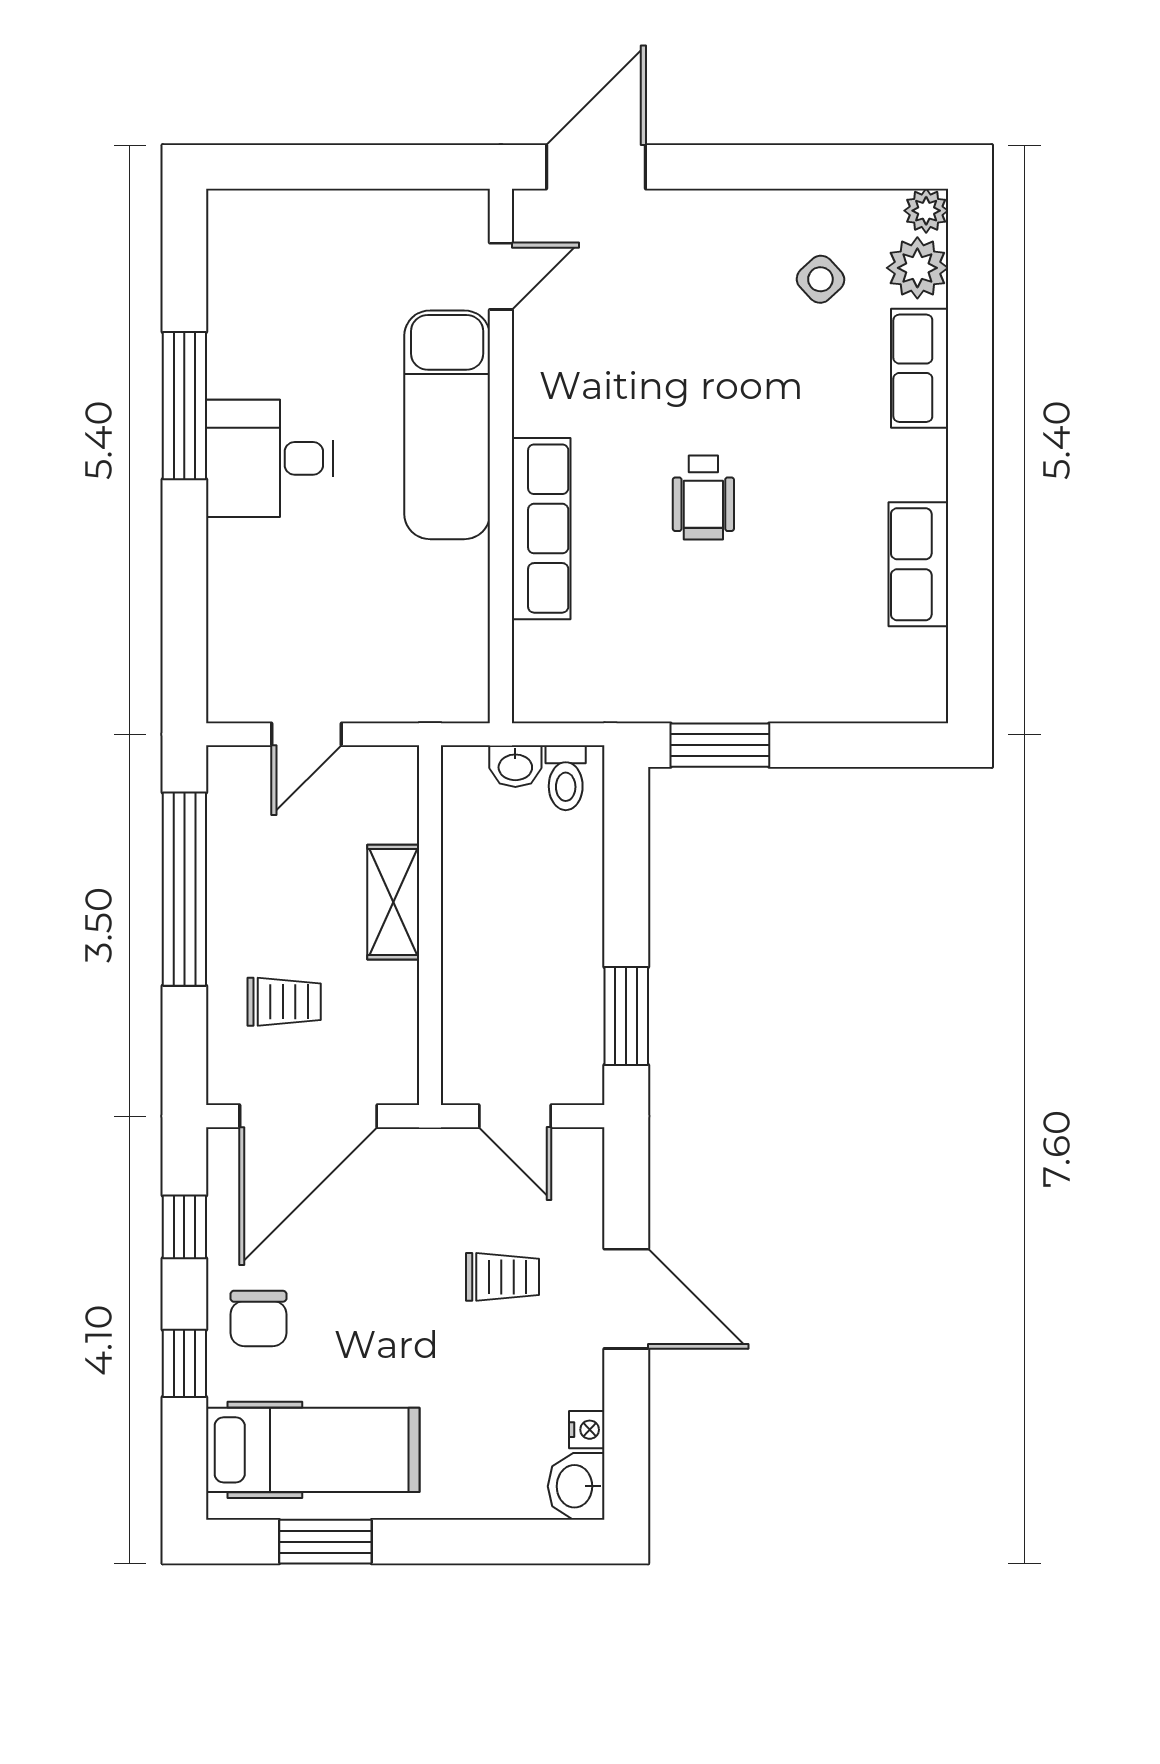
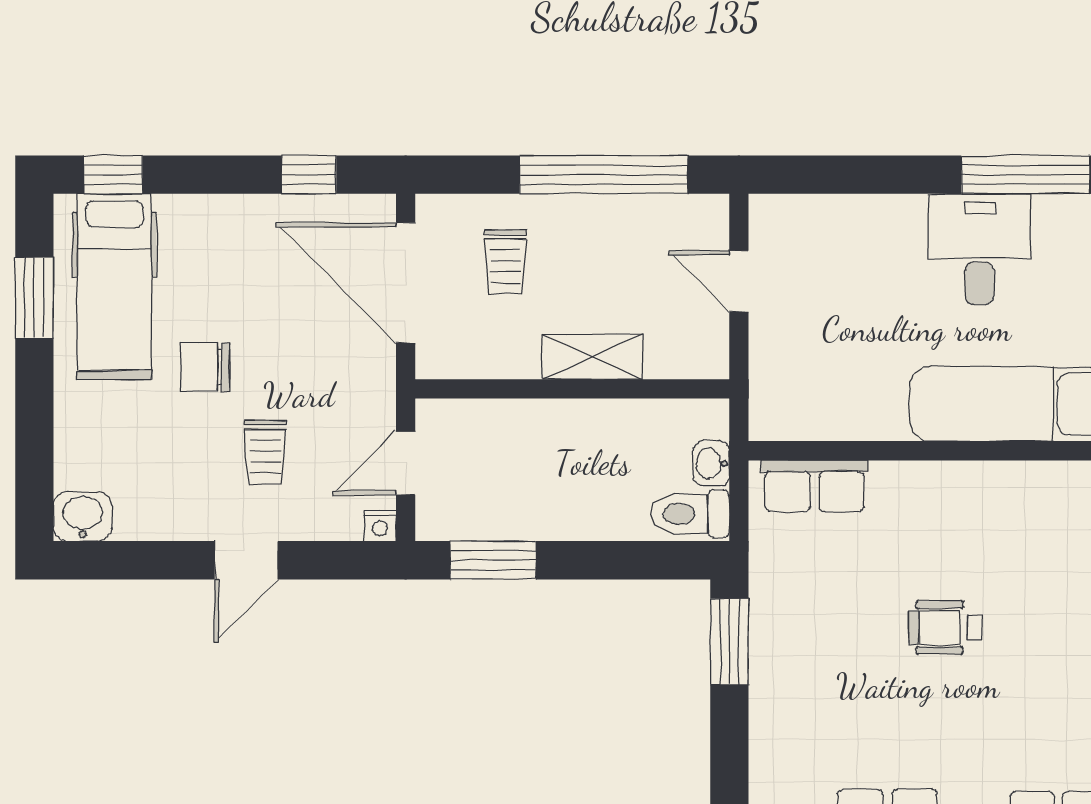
row of seats: (541, 529) -> (814, 486), moved, width x0.68
toilet: (566, 778) -> (690, 514), width x1.37, depth x1.39
door: (626, 1299) -> (246, 560), width x0.73
chair: (258, 1319) -> (205, 367), moved
window: (184, 1363) -> (113, 175), moved
nightstand: (587, 1430) -> (380, 526), moved

